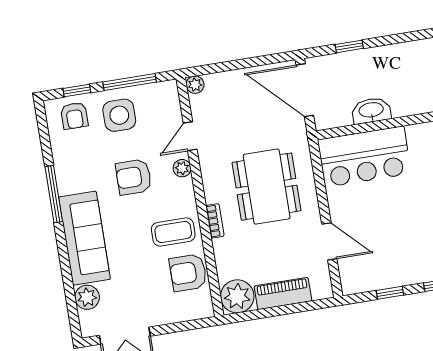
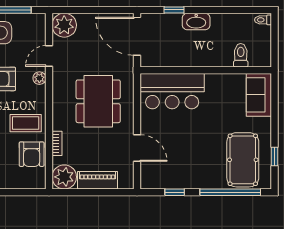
plant: (195, 85) -> (64, 25), width x1.88, depth x1.88
washbasin: (371, 111) -> (196, 21), moved, turned 180
bookcase: (215, 221) -> (57, 143), moved
armchair: (188, 273) -> (32, 154), turned -90

